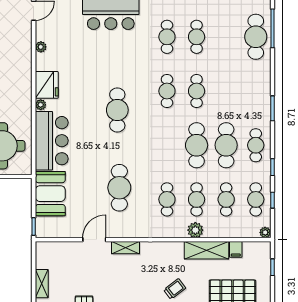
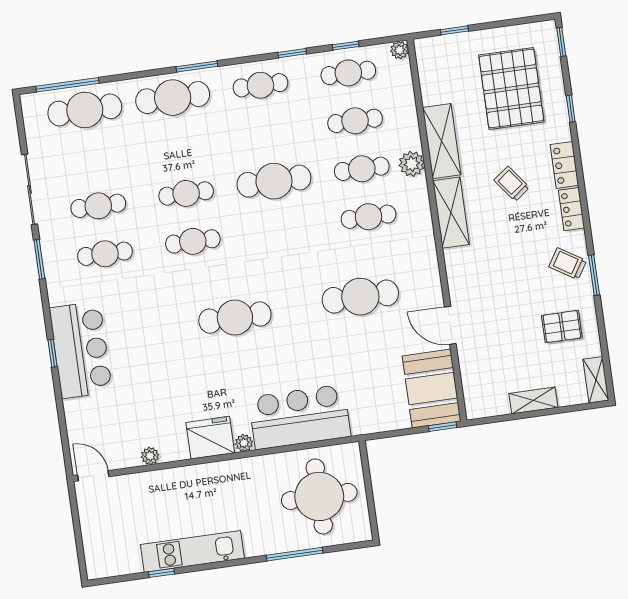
cafe table: (226, 145) -> (173, 98), moved
booth: (50, 194) -> (432, 389), moved, turned 90
shelving: (126, 248) -> (451, 213), moved, width x1.50, depth x1.33
filing cabinet: (236, 249) -> (434, 94), removed

